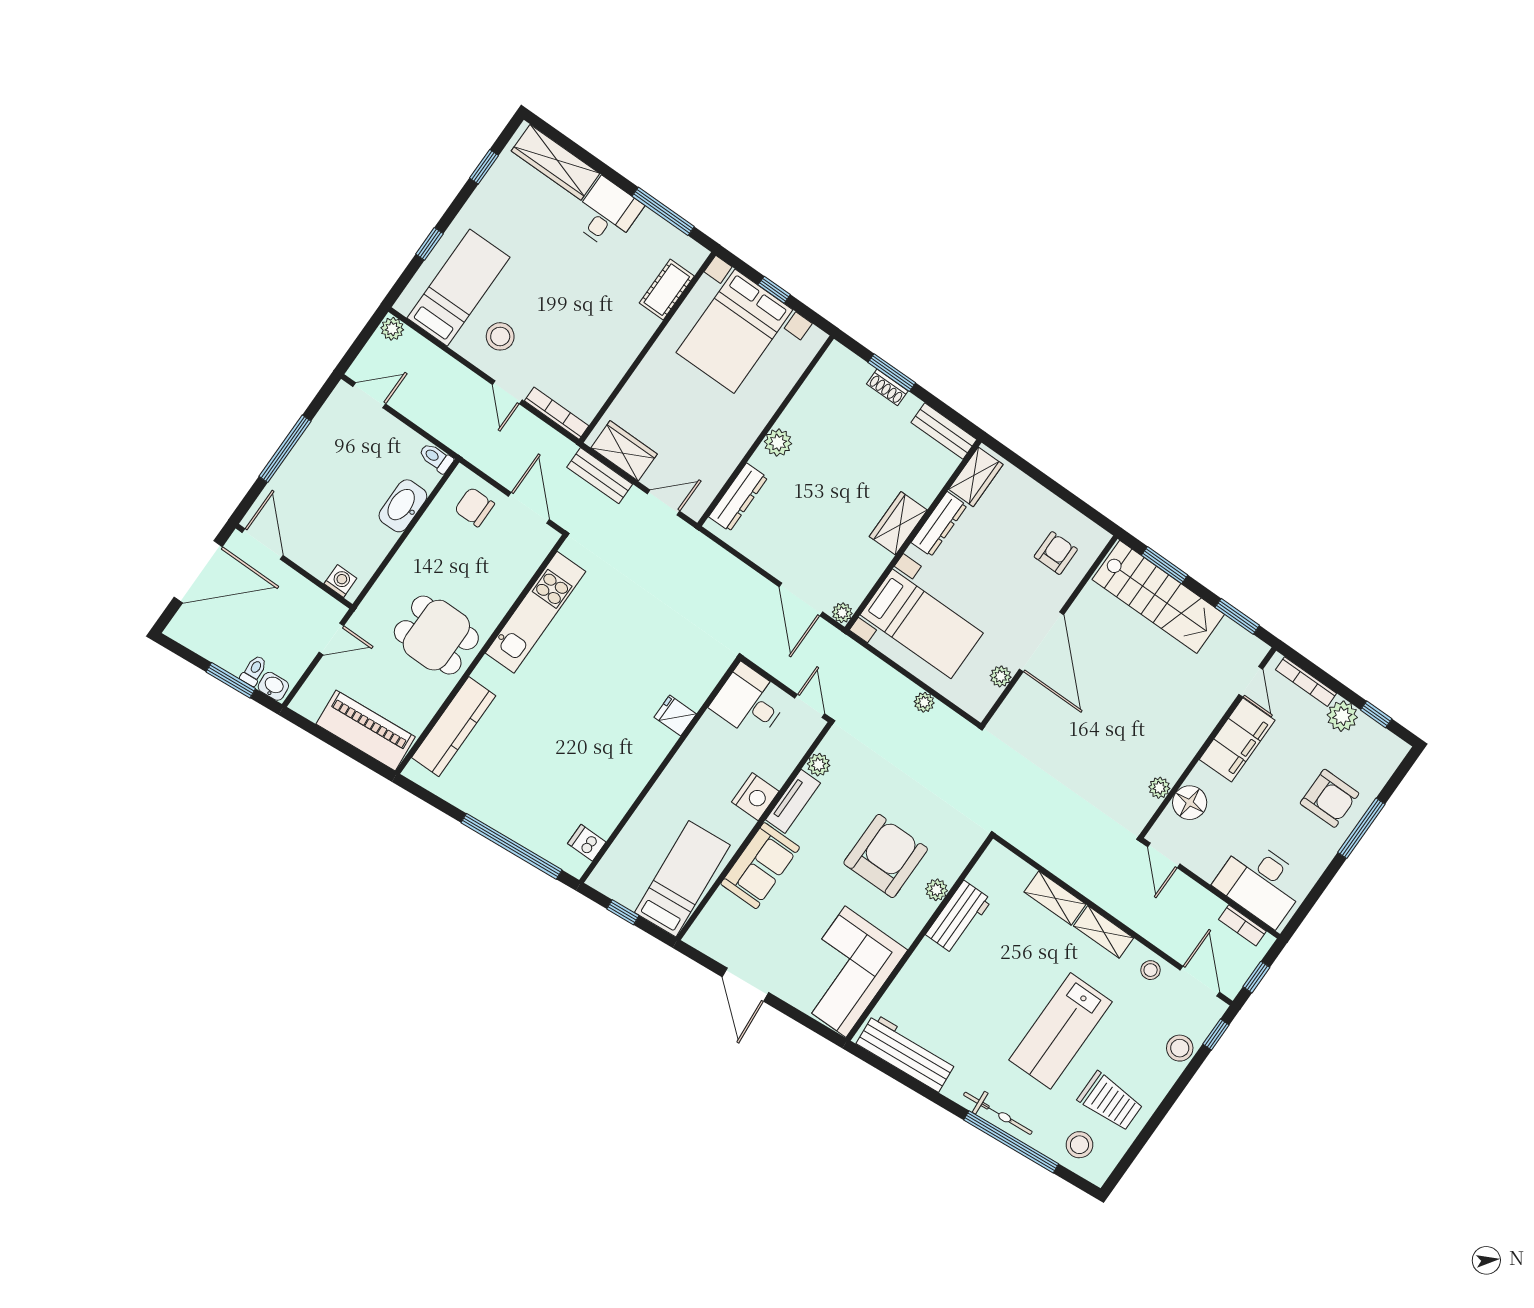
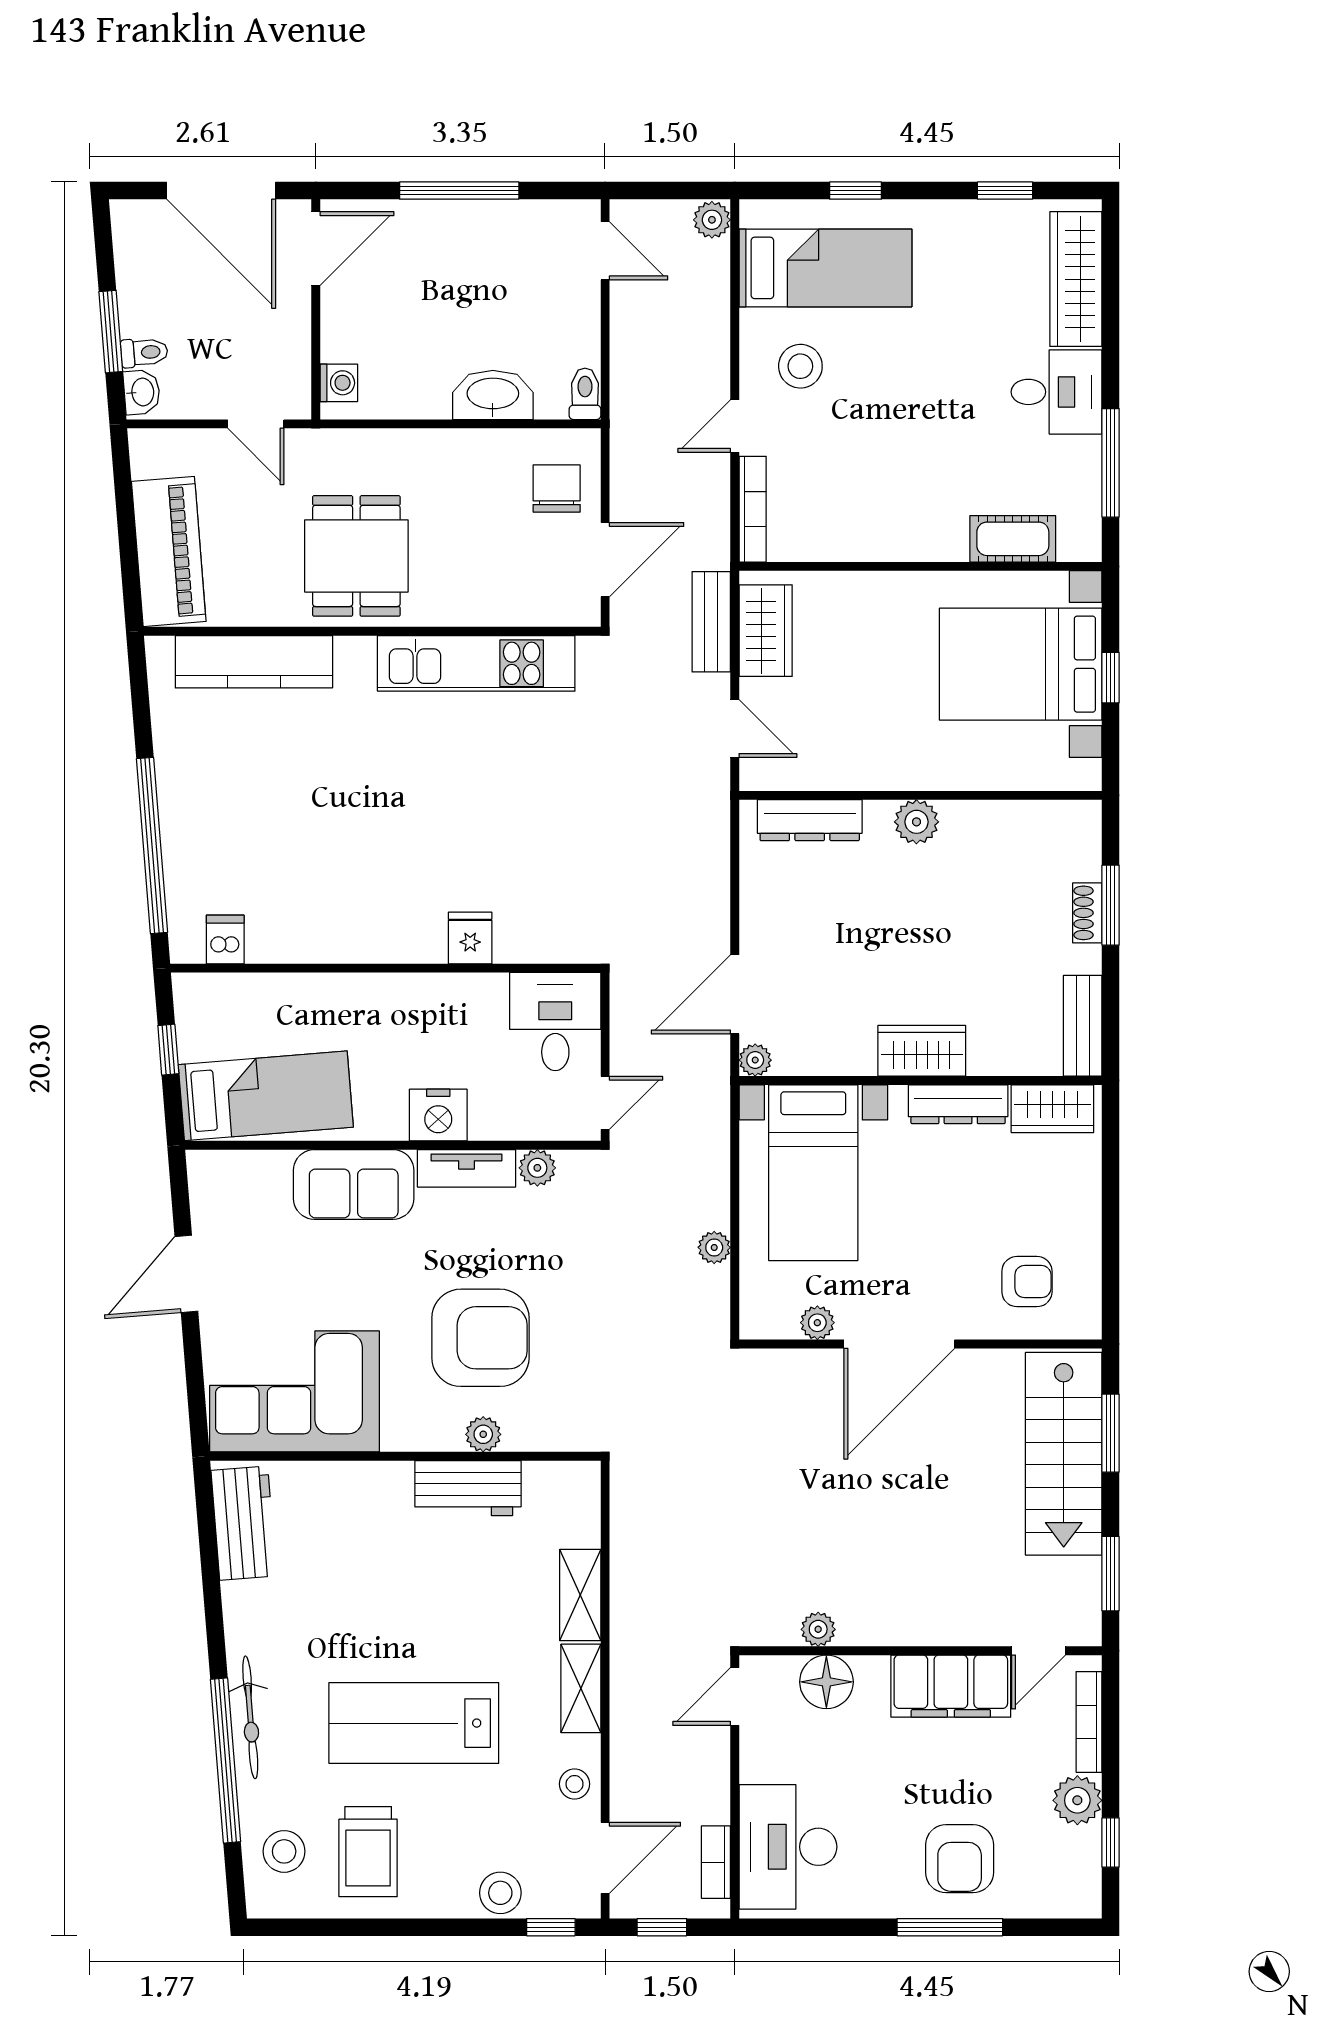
workbench: (906, 1053) -> (244, 1523), width x0.73

